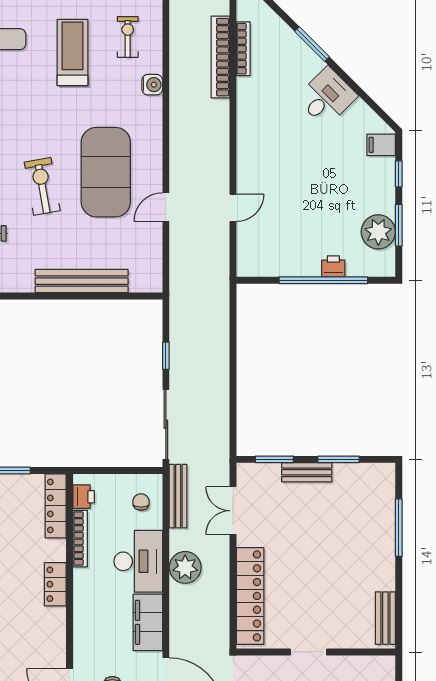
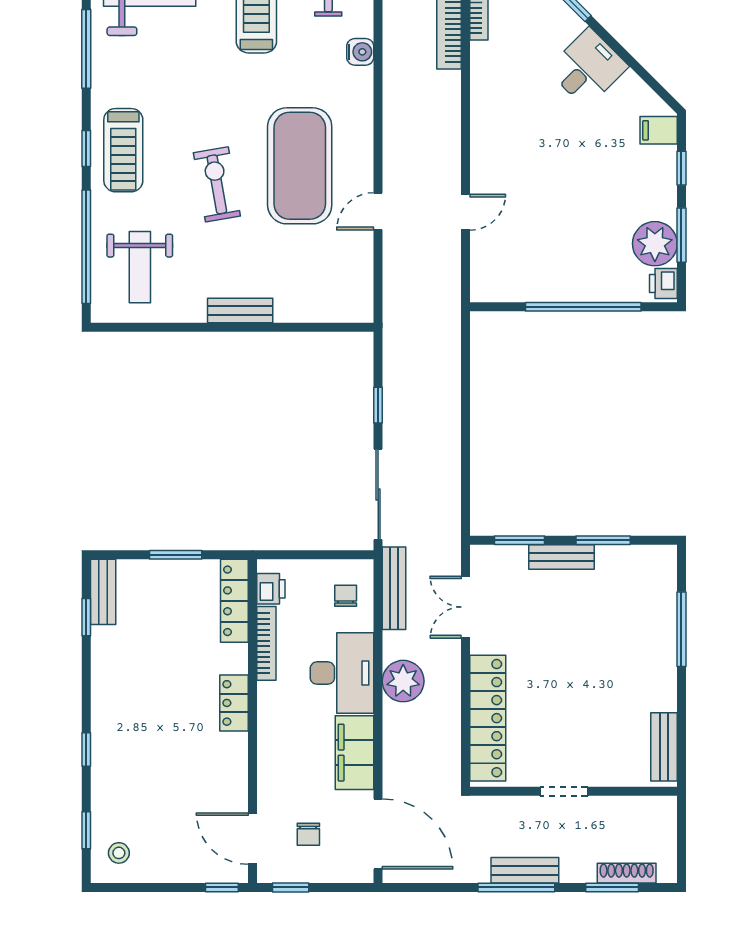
printer: (333, 266) -> (663, 283), moved, turned -90
bench: (82, 281) -> (240, 310), width x0.54, depth x0.82

